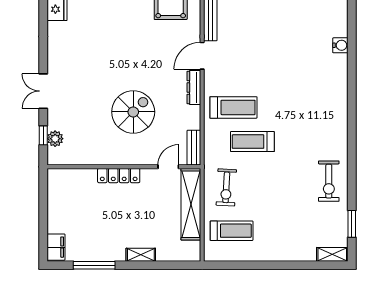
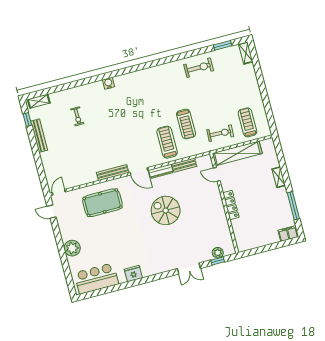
spiral stairs: (133, 112) -> (166, 210), moved
bench: (194, 148) -> (184, 165), moved

